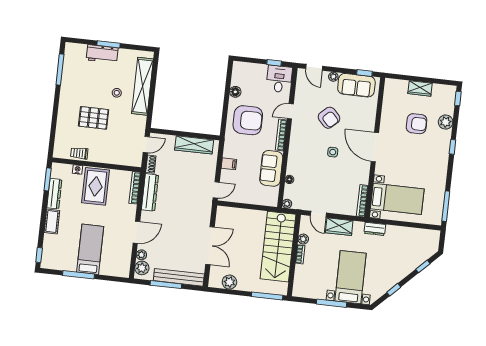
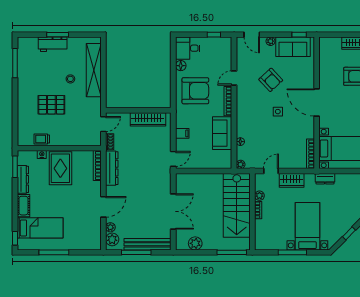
desk: (279, 79) -> (188, 48), moved, turned -90
door: (318, 214) -> (271, 171), swing flipped
bed: (90, 249) -> (40, 228), moved, turned 90

